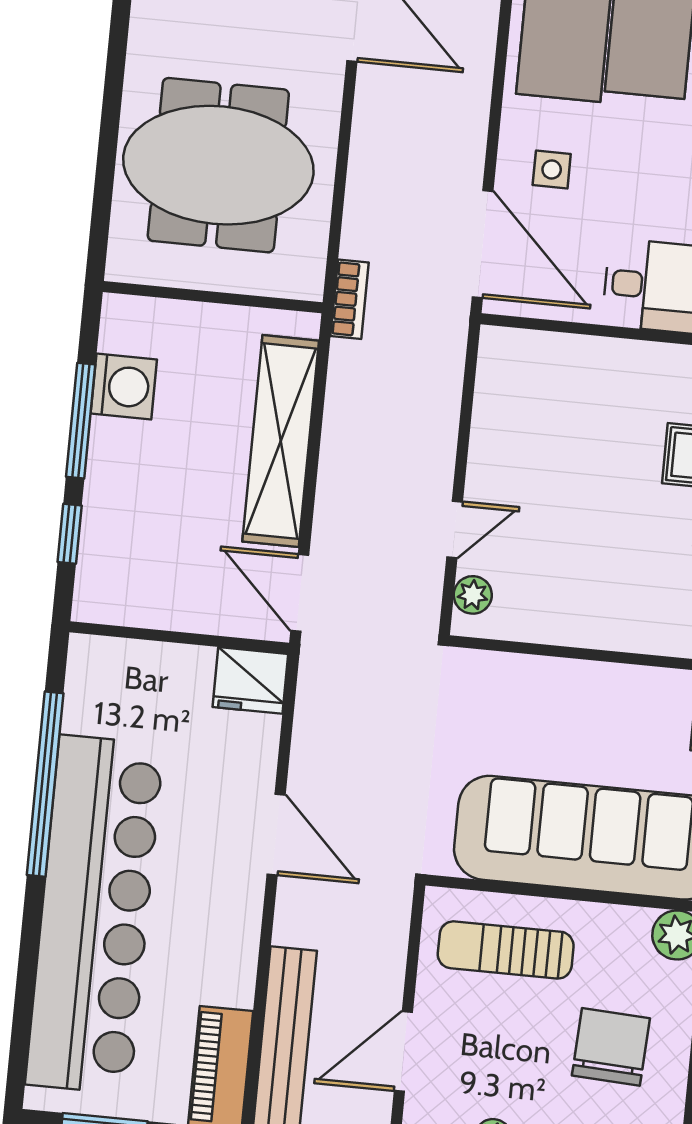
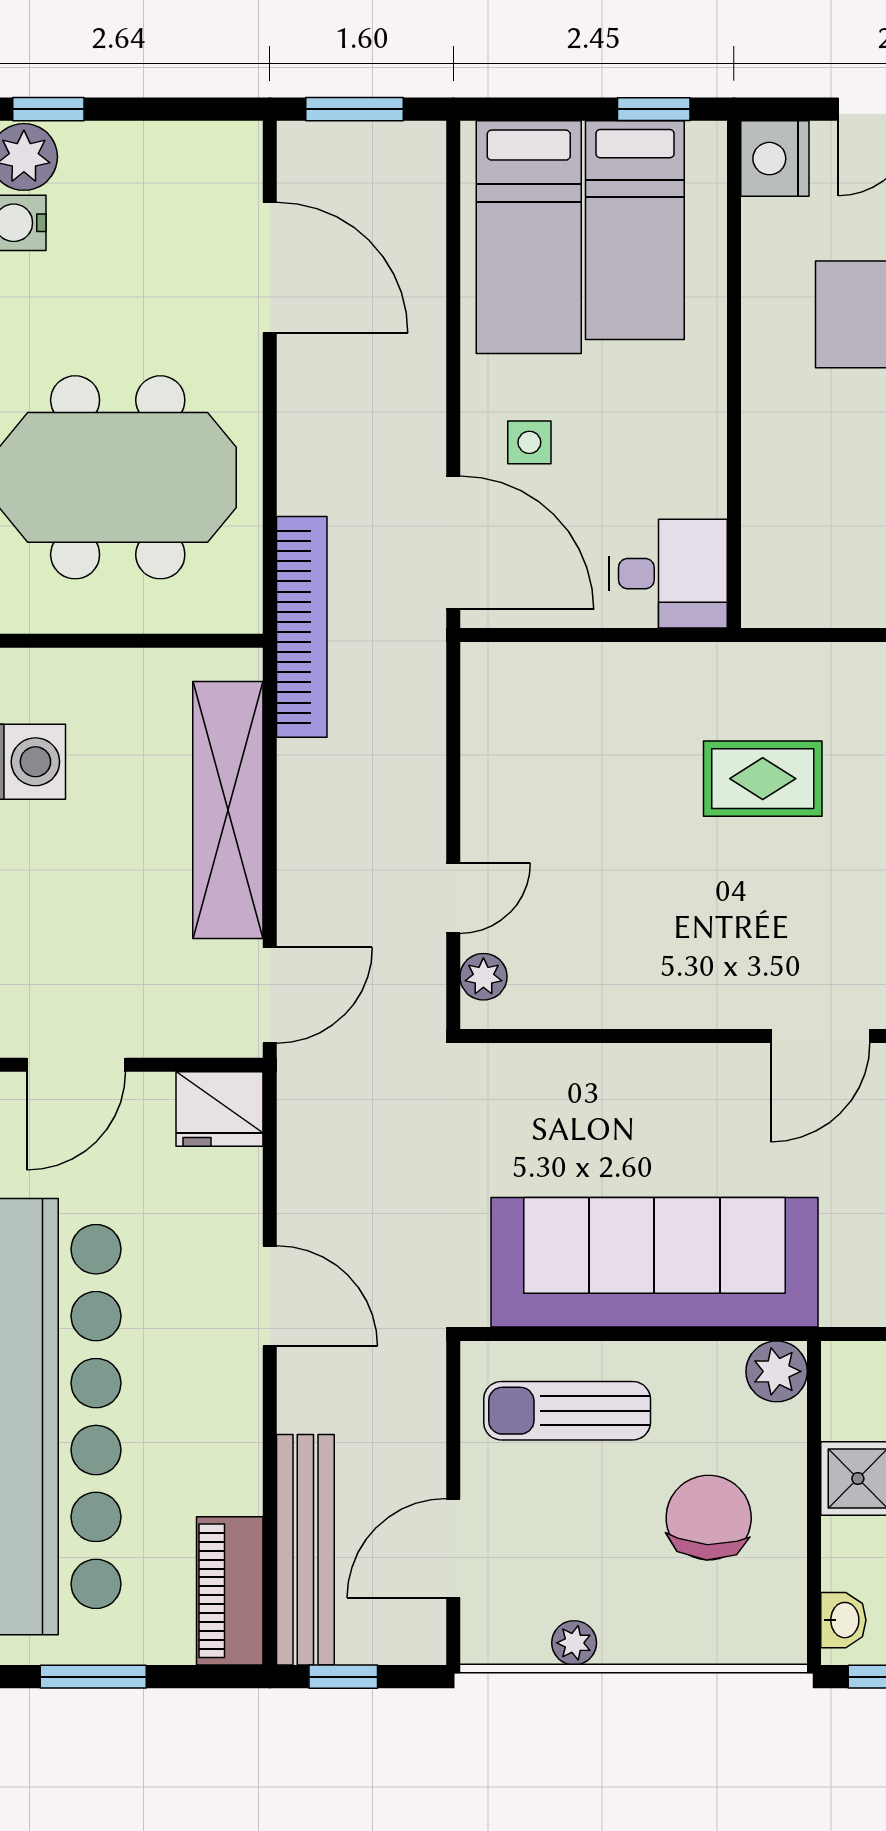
bookcase: (350, 299) -> (302, 627), width x2.31, depth x1.31
door: (300, 593) -> (270, 995), swing flipped
door: (139, 634) -> (76, 1065), added

